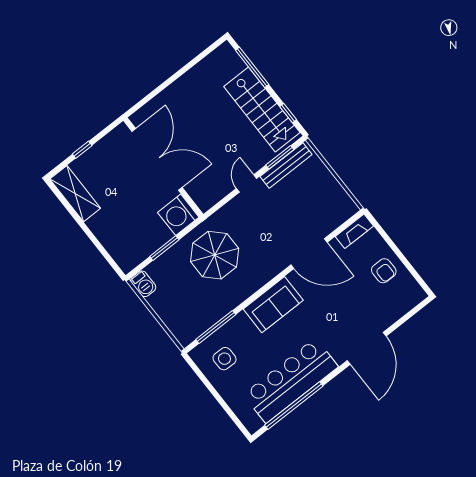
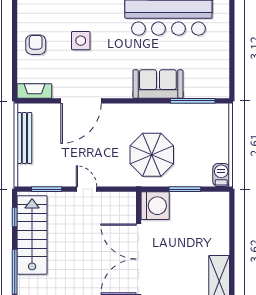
bench: (286, 165) -> (24, 138), moved, turned 90
door: (247, 183) -> (86, 189), swing flipped
door: (309, 254) -> (81, 101), swing flipped
sofa: (273, 305) -> (158, 84), moved
side table: (225, 359) -> (81, 41), moved

